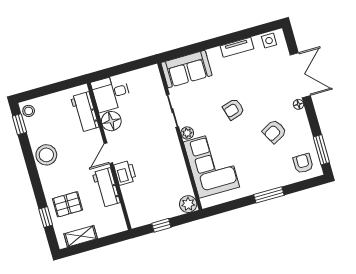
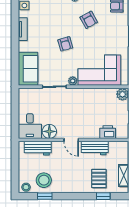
window: (19, 124) -> (45, 196), moved
stool: (46, 155) -> (44, 180), moved
printer: (125, 173) -> (108, 132), moved

